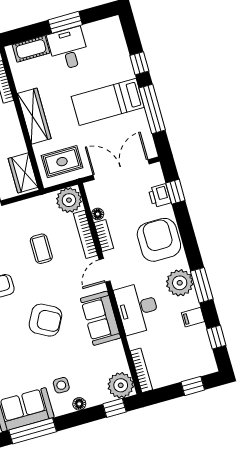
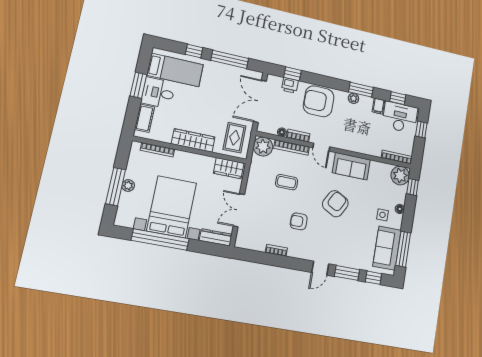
bed: (108, 102) -> (175, 70), moved, turned -90
plant: (180, 283) -> (353, 98), width x0.53, depth x0.53
desk: (137, 308) -> (400, 117), moved, turned 180

